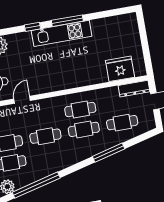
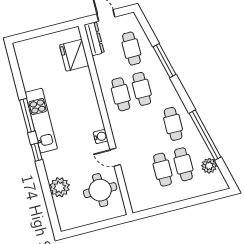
water cooler: (42, 88) -> (101, 136), added
cafe table: (45, 136) -> (173, 124), moved

